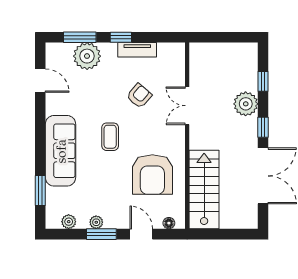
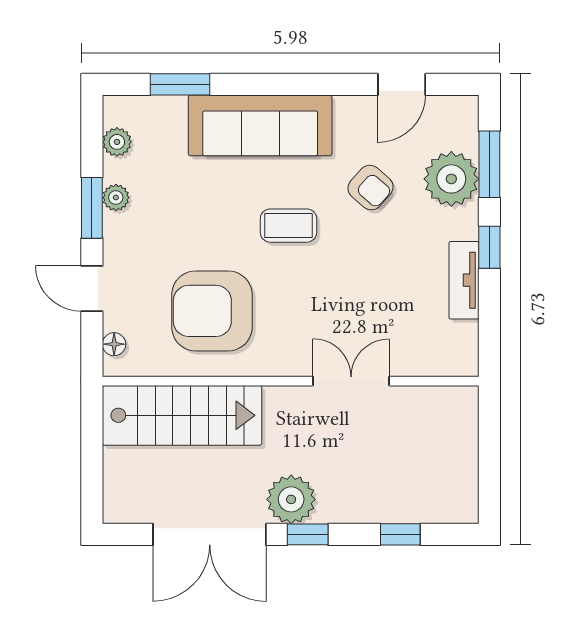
armchair: (139, 96) -> (370, 188), moved
plant: (246, 104) -> (291, 499), moved
door: (141, 234) -> (92, 289), swing flipped

